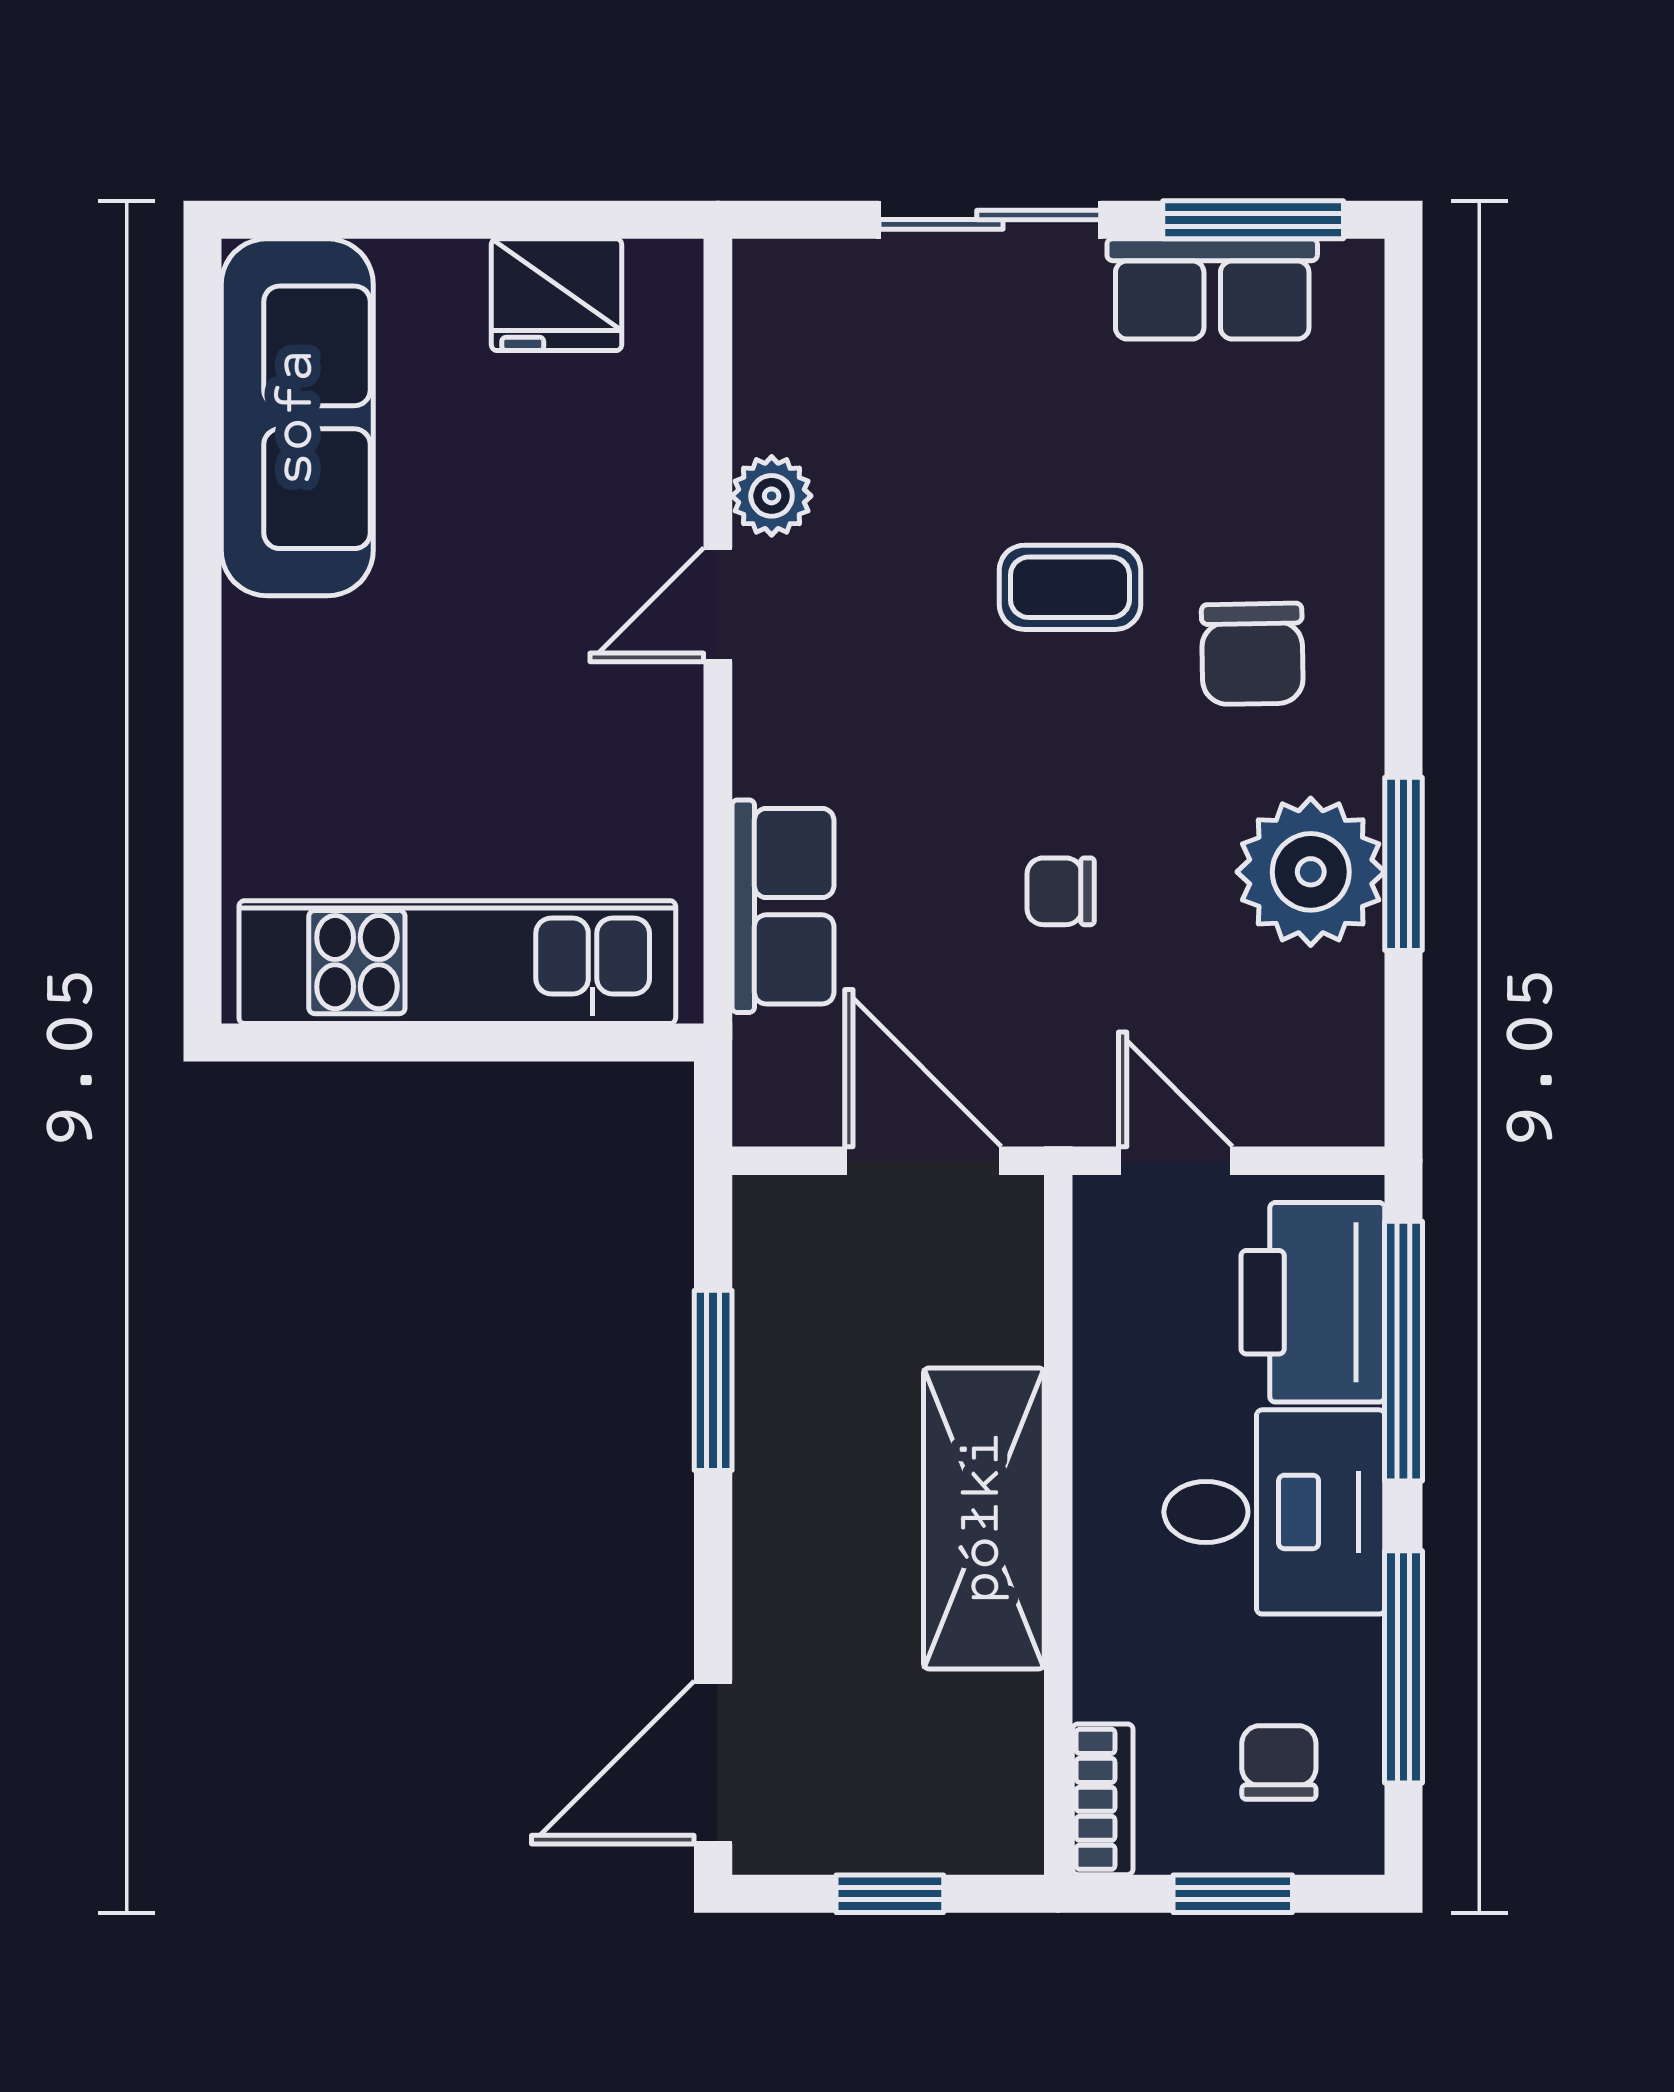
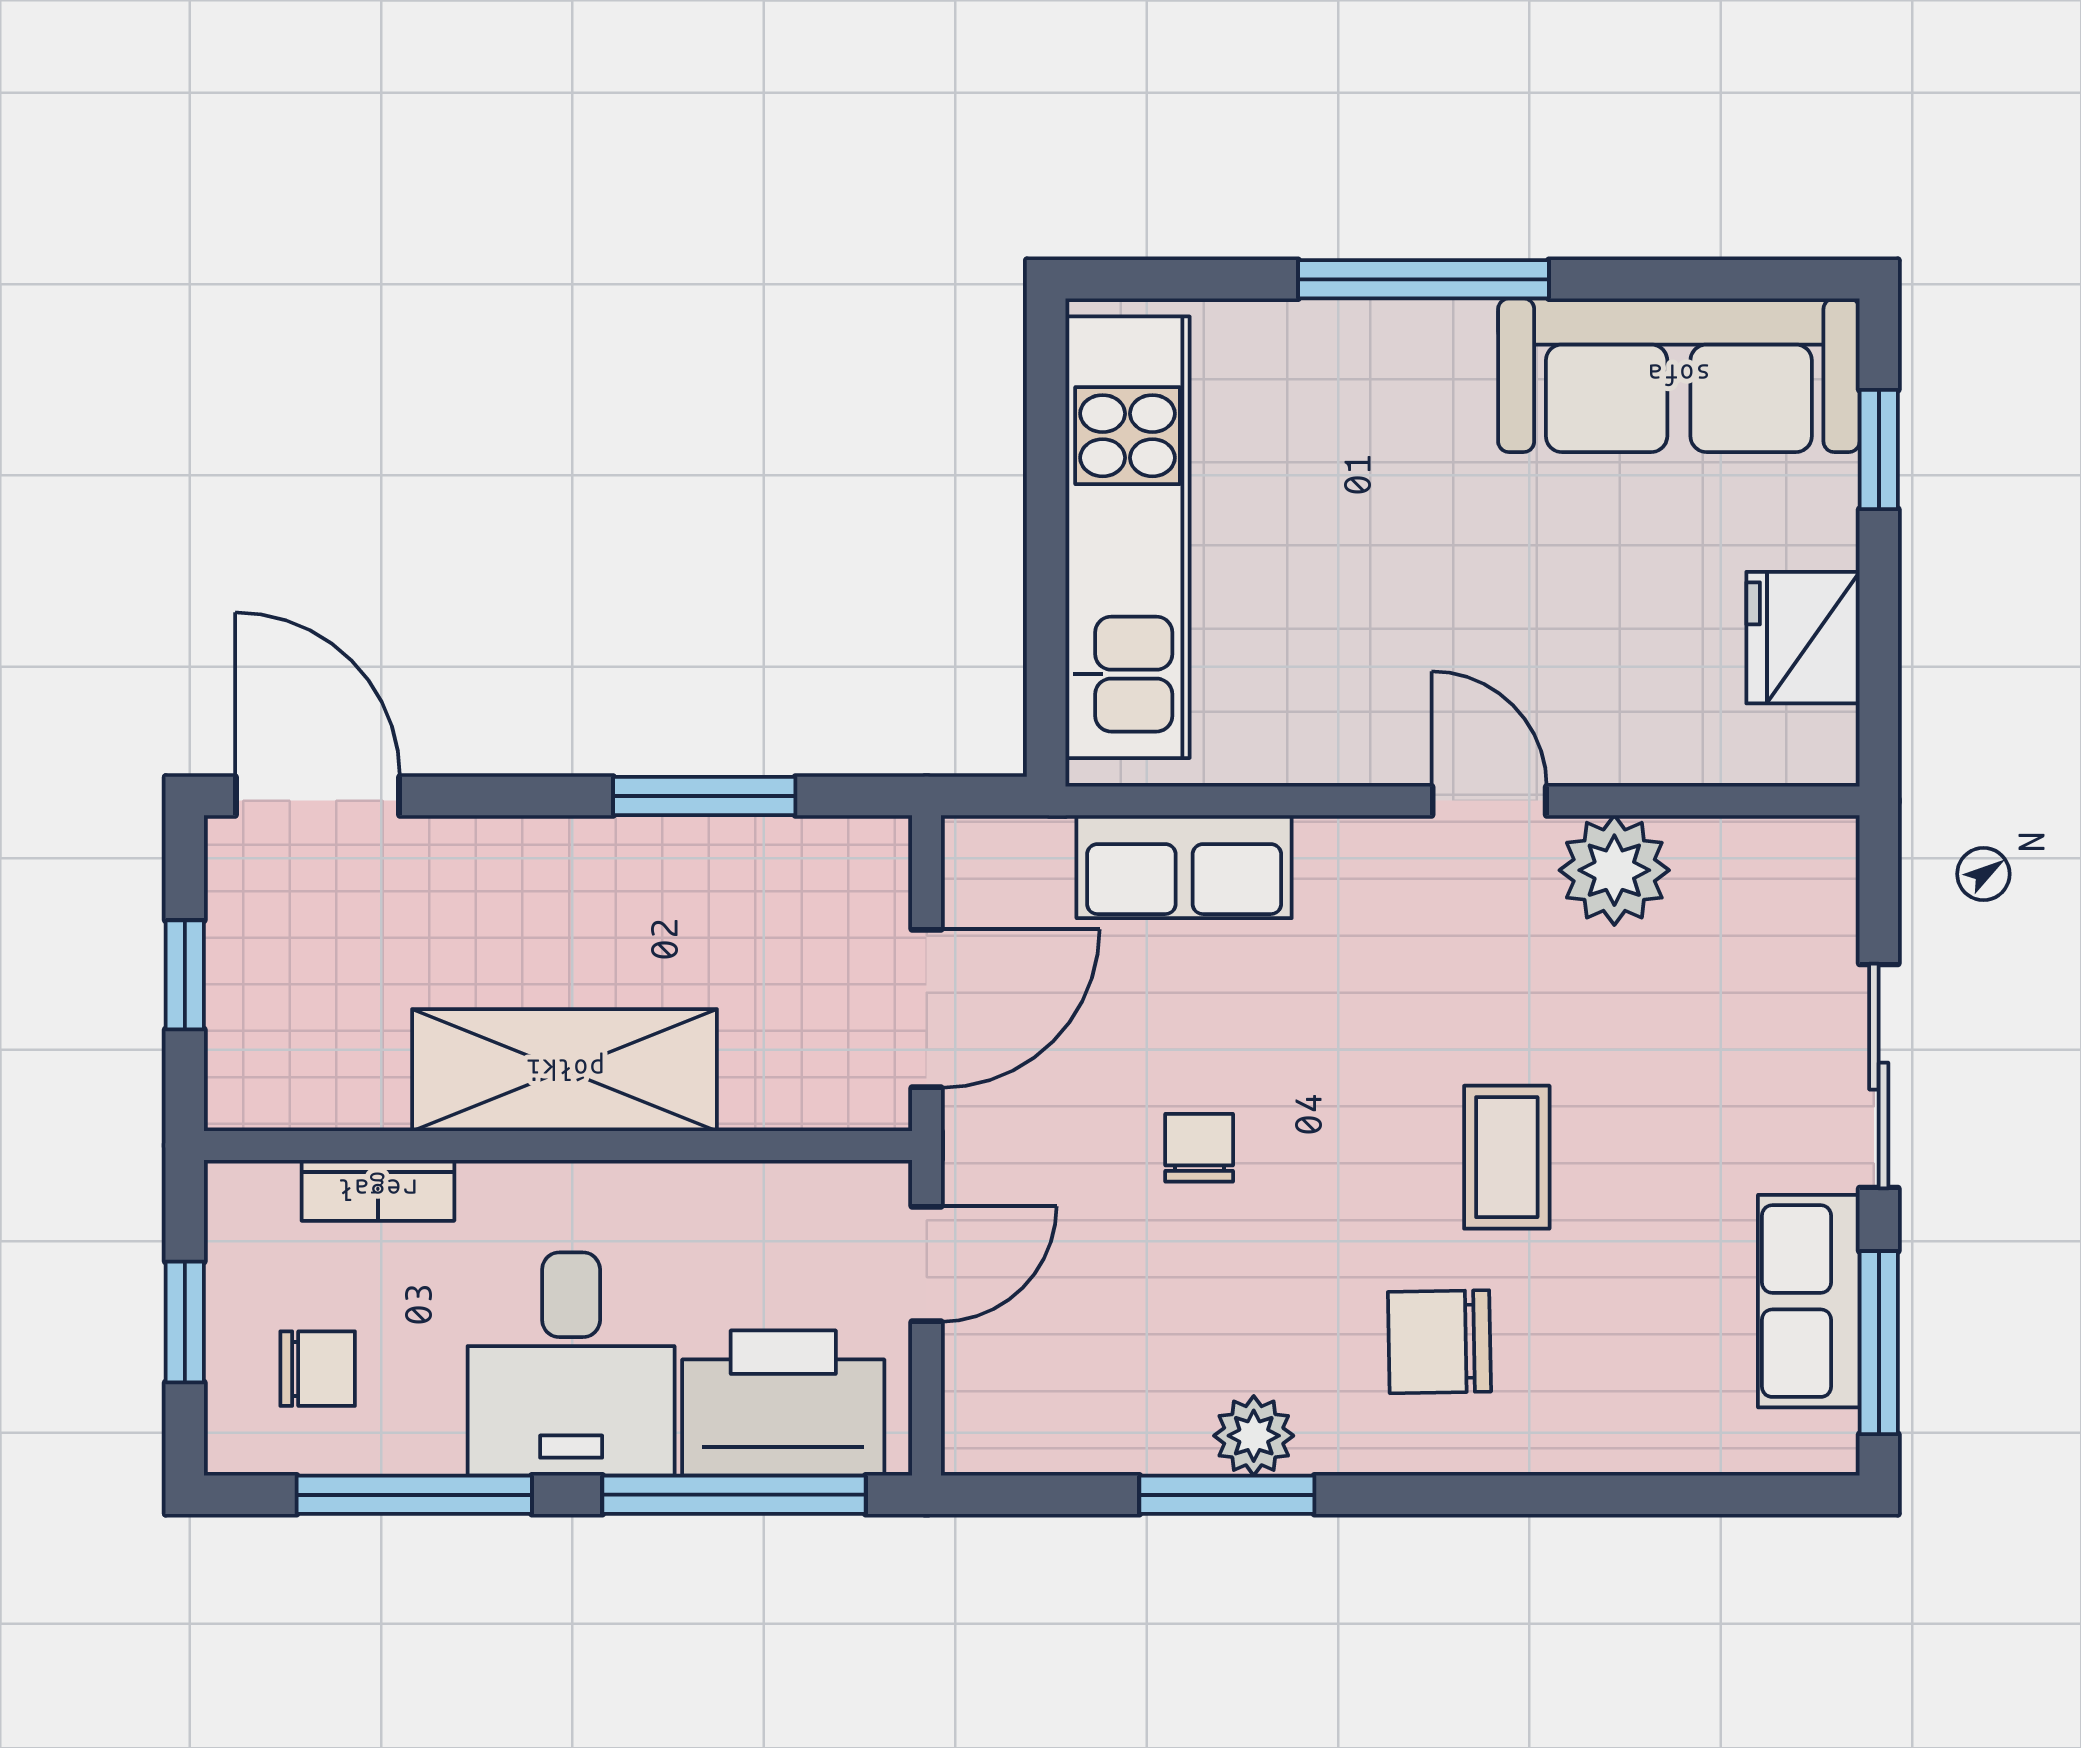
window: (371, 220) -> (1879, 449), added
plant: (772, 496) -> (1614, 870), width x1.38, depth x1.38
window: (202, 670) -> (1423, 279), added
plant: (1311, 872) -> (1254, 1436), width x0.53, depth x0.53
bookcase: (1103, 1799) -> (378, 1190), moved

